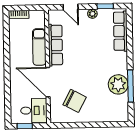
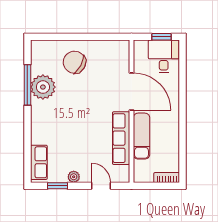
row of seats: (120, 31) -> (39, 162), width x0.68
chair: (75, 101) -> (74, 62), moved
desk: (34, 110) -> (164, 56), moved, turned 90

